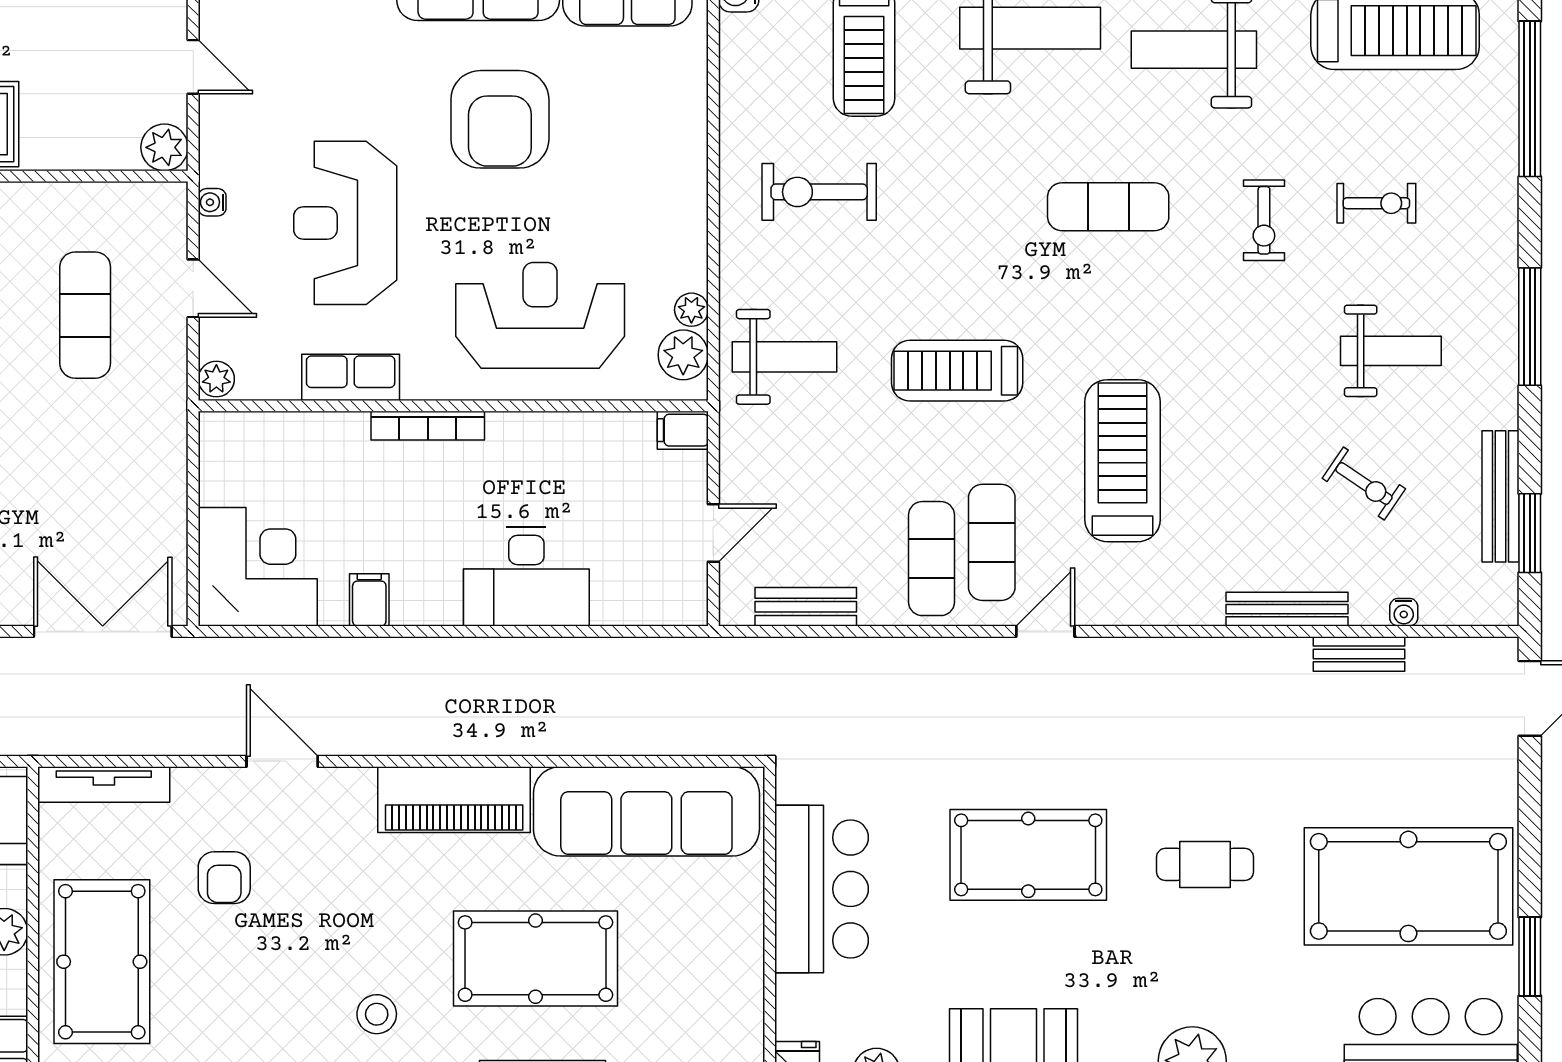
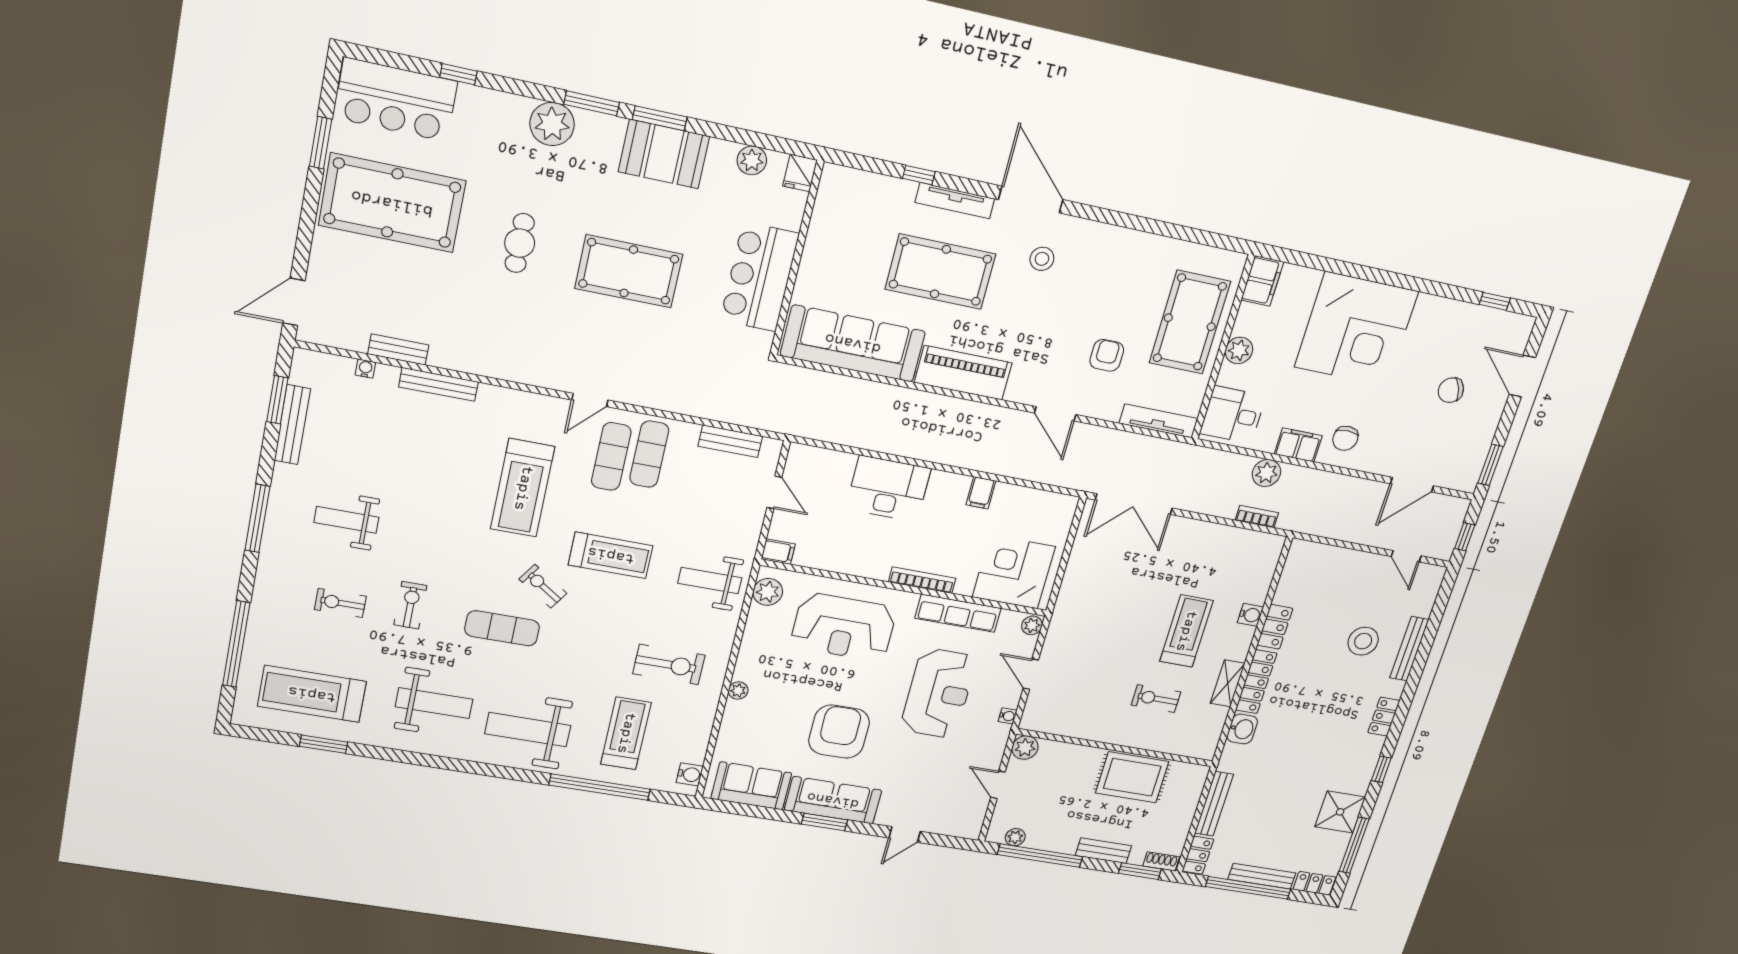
plant: (691, 310) -> (738, 691), moved
exercise mat: (85, 315) -> (1093, 671), removed
row of seats: (351, 377) -> (958, 613), width x1.48
exercise bike: (1364, 483) -> (543, 586), moved
door: (713, 533) -> (774, 492), swing flipped
corner desk: (258, 567) -> (1014, 572), moved, turned 90
cafe table: (1205, 864) -> (520, 243), turned 90

